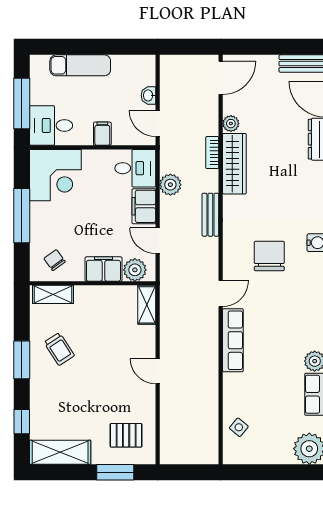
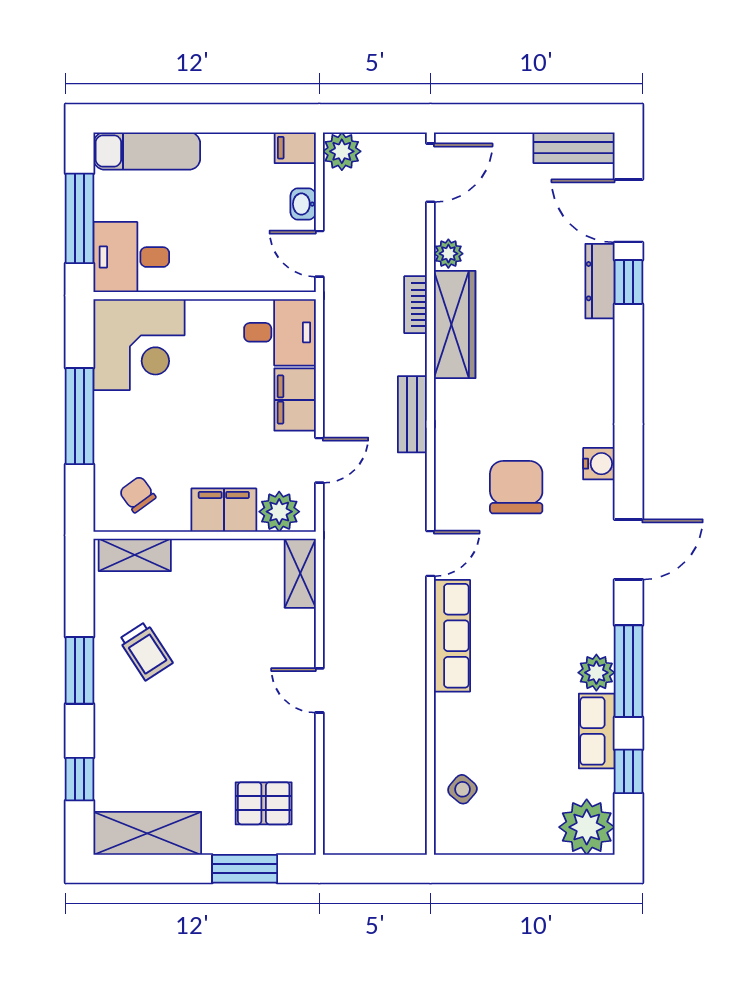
exam couch: (80, 65) -> (147, 151), moved
filing cabinet: (102, 134) -> (295, 148), moved, turned -90
plant: (170, 185) -> (342, 151), moved
door: (158, 241) -> (319, 460), swing flipped

